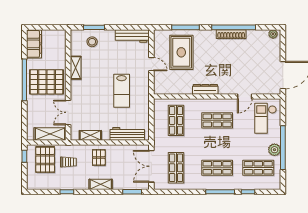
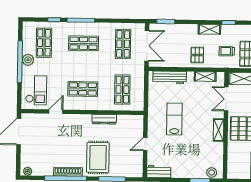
workbench: (132, 36) -> (159, 171), width x0.73
stool: (92, 42) -> (212, 172), moved
rug: (181, 52) -> (98, 157), moved
door: (151, 64) -> (145, 144), hinge flipped
shelving: (76, 68) -> (219, 130), moved
dresser: (205, 89) -> (104, 119), moved
double door: (68, 112) -> (226, 99), swing flipped
shop shelf: (258, 168) -> (44, 43), turned 90
shelving: (101, 184) -> (209, 29), moved

